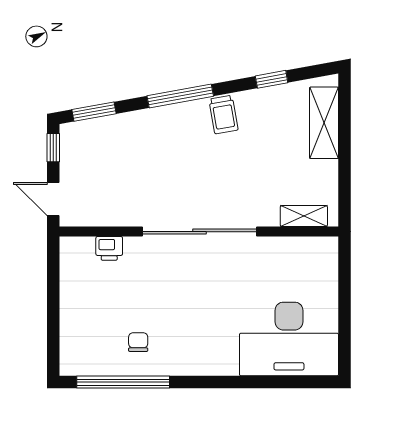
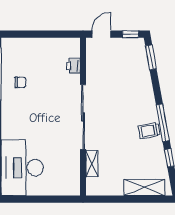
window: (180, 96) -> (163, 123), moved
shelving: (304, 216) -> (92, 164), moved

